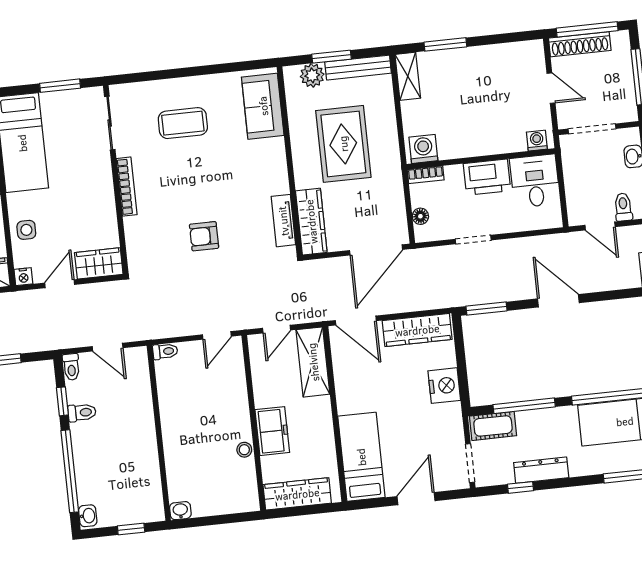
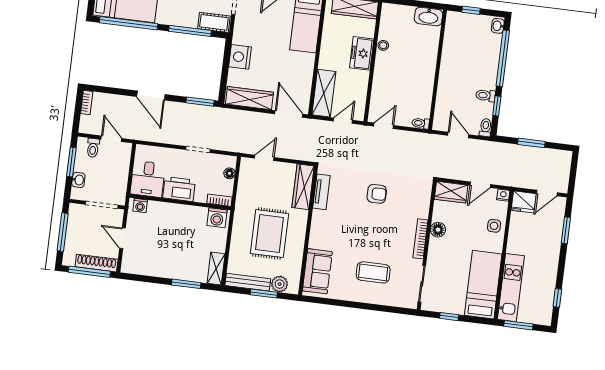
window: (60, 86) -> (449, 317), width x0.67
floor lamp: (105, 206) -> (438, 230), added
door: (376, 250) -> (264, 158), width x0.53
washbasin: (180, 511) -> (428, 17), width x1.91, depth x1.45

